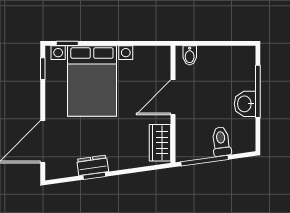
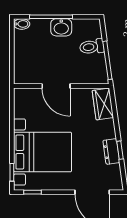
bidet: (190, 55) -> (22, 24), moved
wardrobe: (160, 143) -> (103, 104), moved, turned 82

